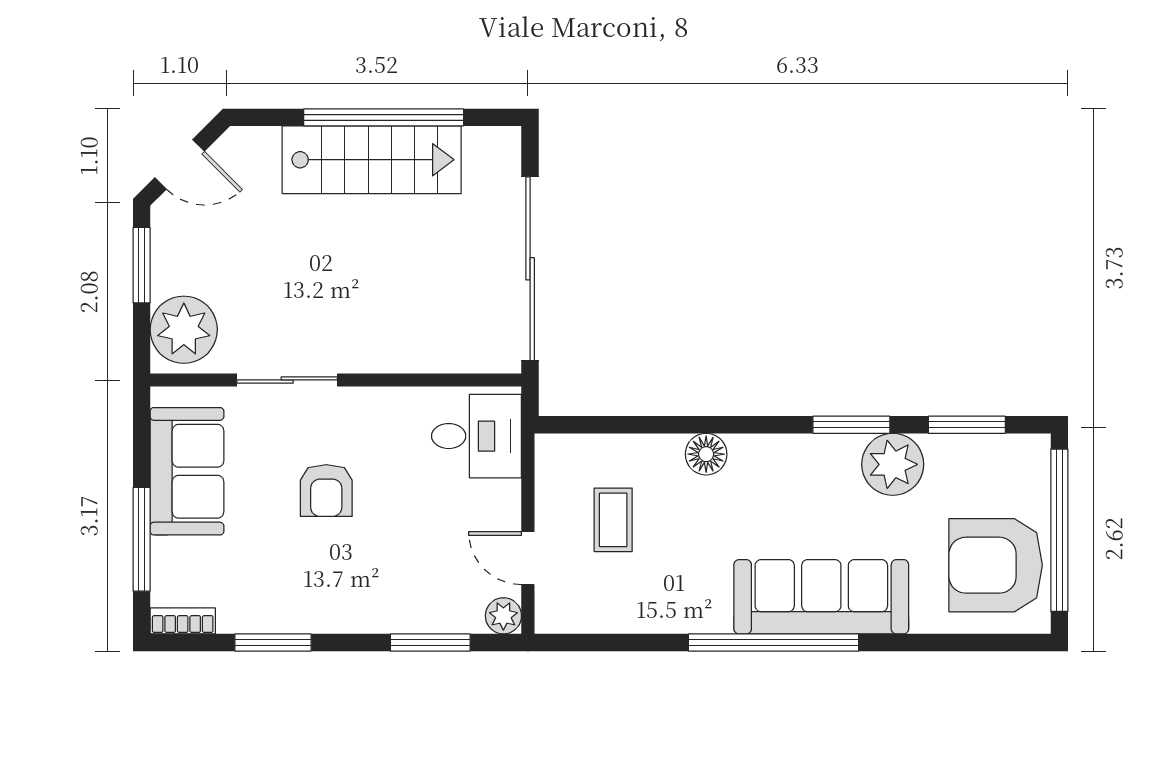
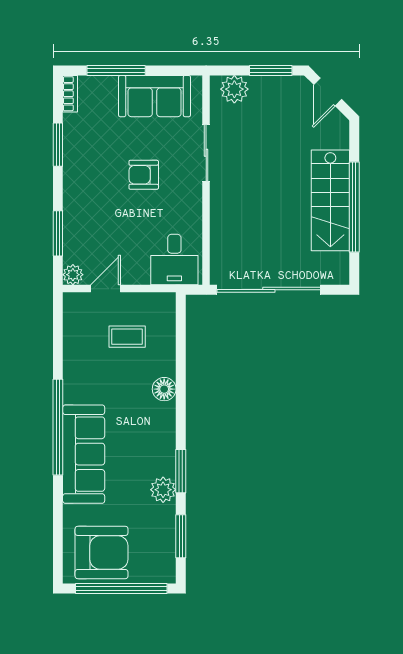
plant: (184, 330) -> (234, 89), width x0.73, depth x0.73
plant: (893, 464) -> (163, 490), width x0.73, depth x0.73
armchair: (996, 565) -> (102, 552), turned 90

